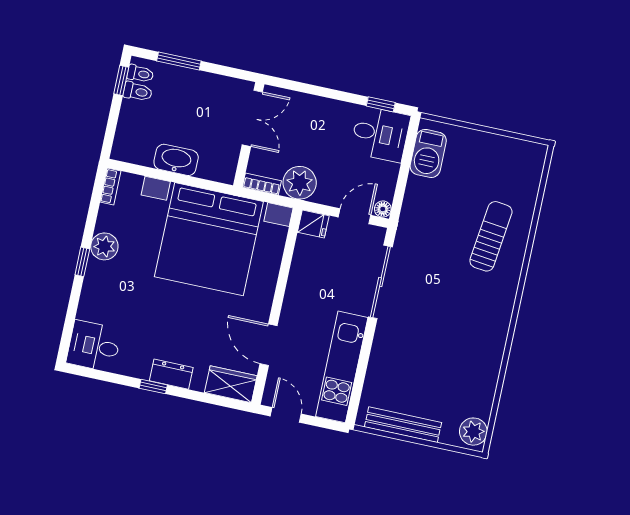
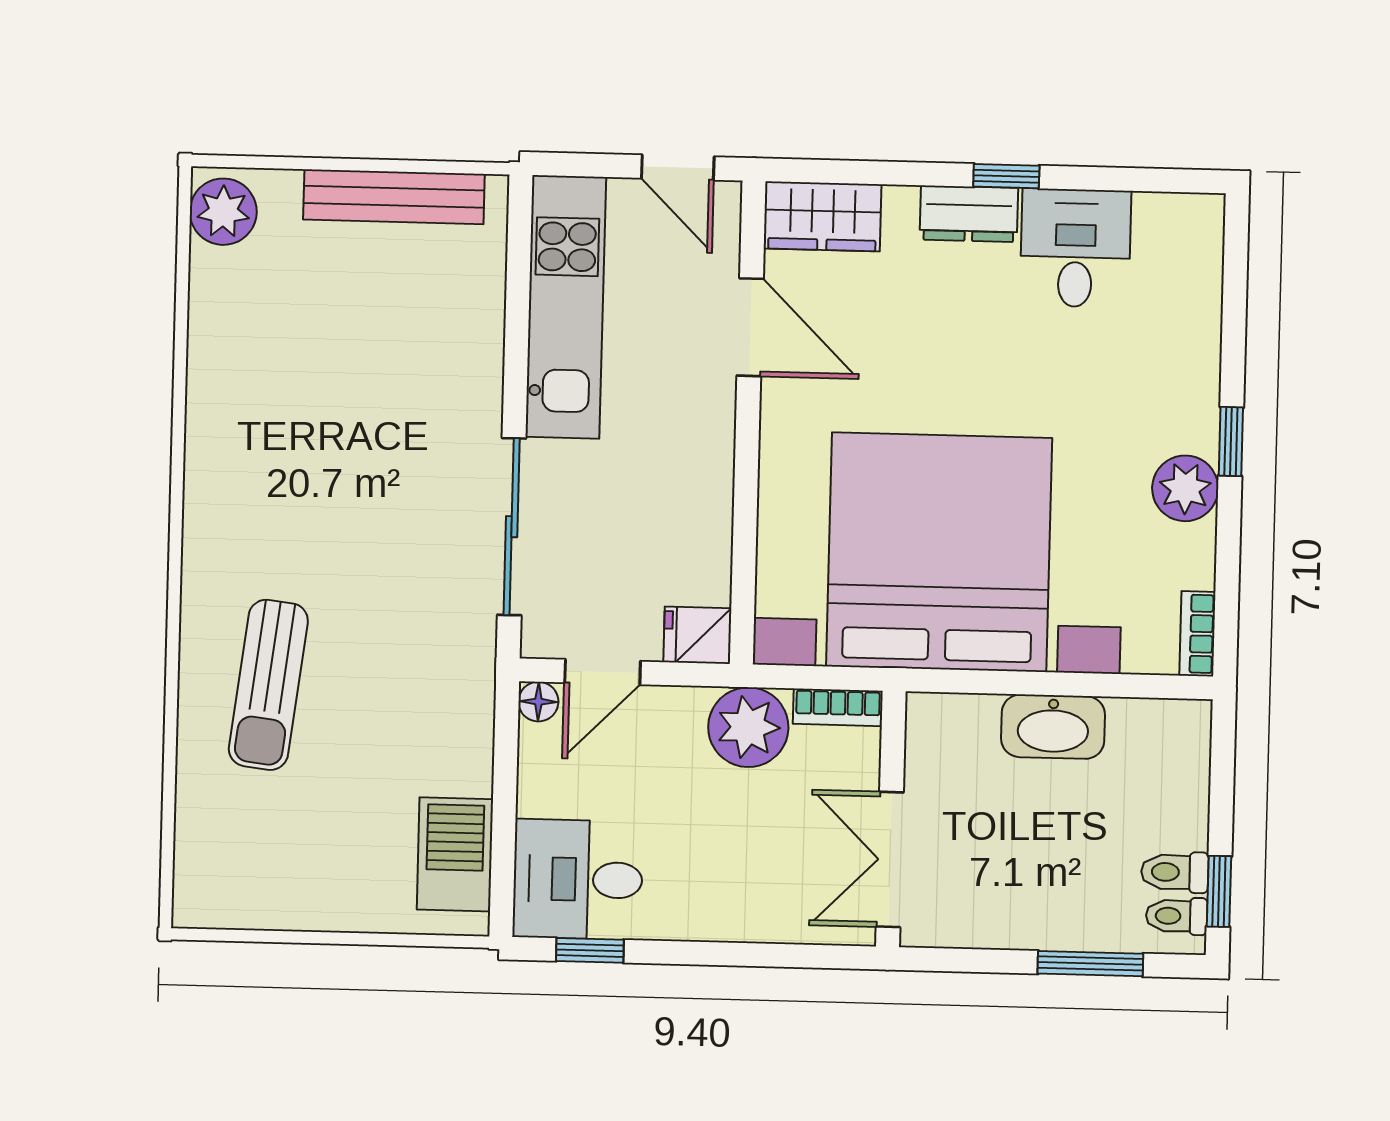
desk: (94, 346) -> (1076, 248), moved, turned -90

